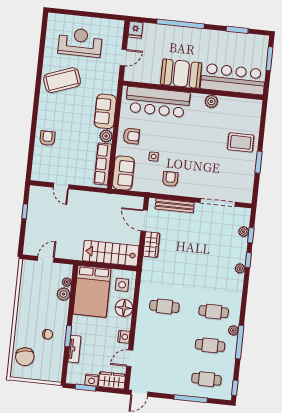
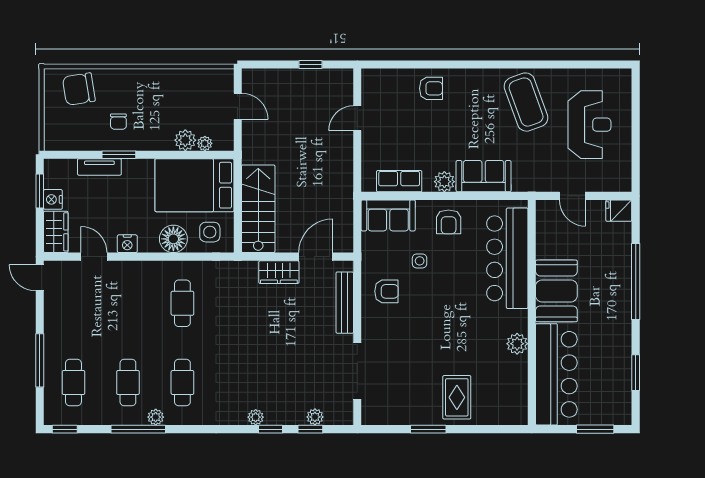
row of seats: (103, 164) -> (399, 181), width x0.68

